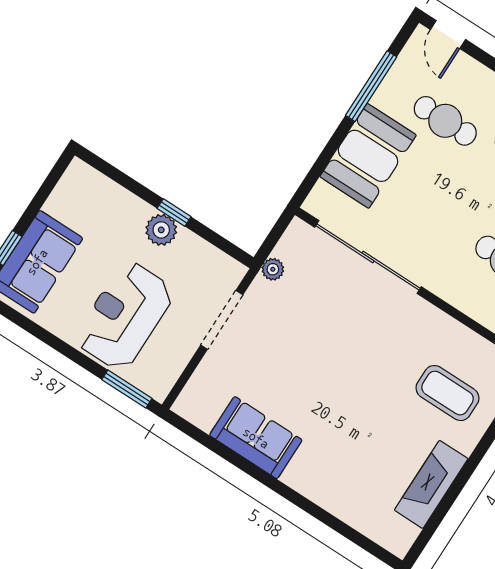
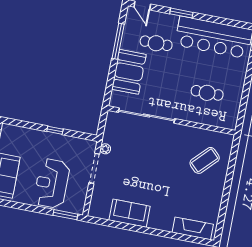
plant: (161, 230) -> (52, 140), removed
plant: (273, 269) -> (105, 149), moved
coffee table: (447, 393) -> (205, 160), turned -46
fireplace: (431, 484) -> (193, 228), moved, turned 90

